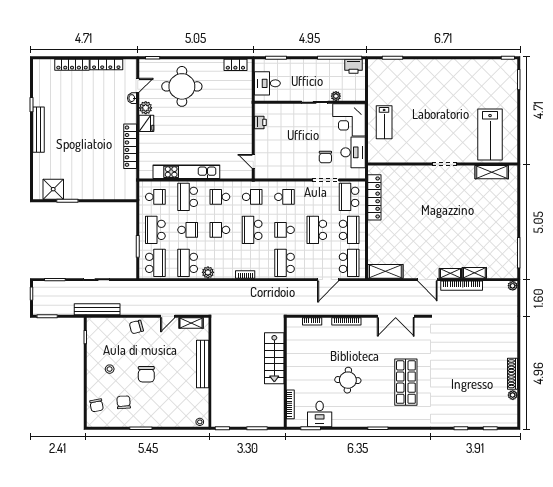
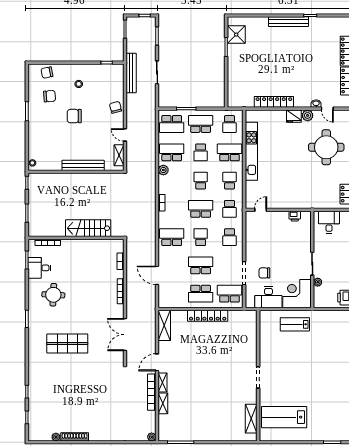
locker: (374, 197) -> (208, 316), moved
school desk: (349, 263) -> (172, 294), removed
round table: (348, 380) -> (53, 295), moved

